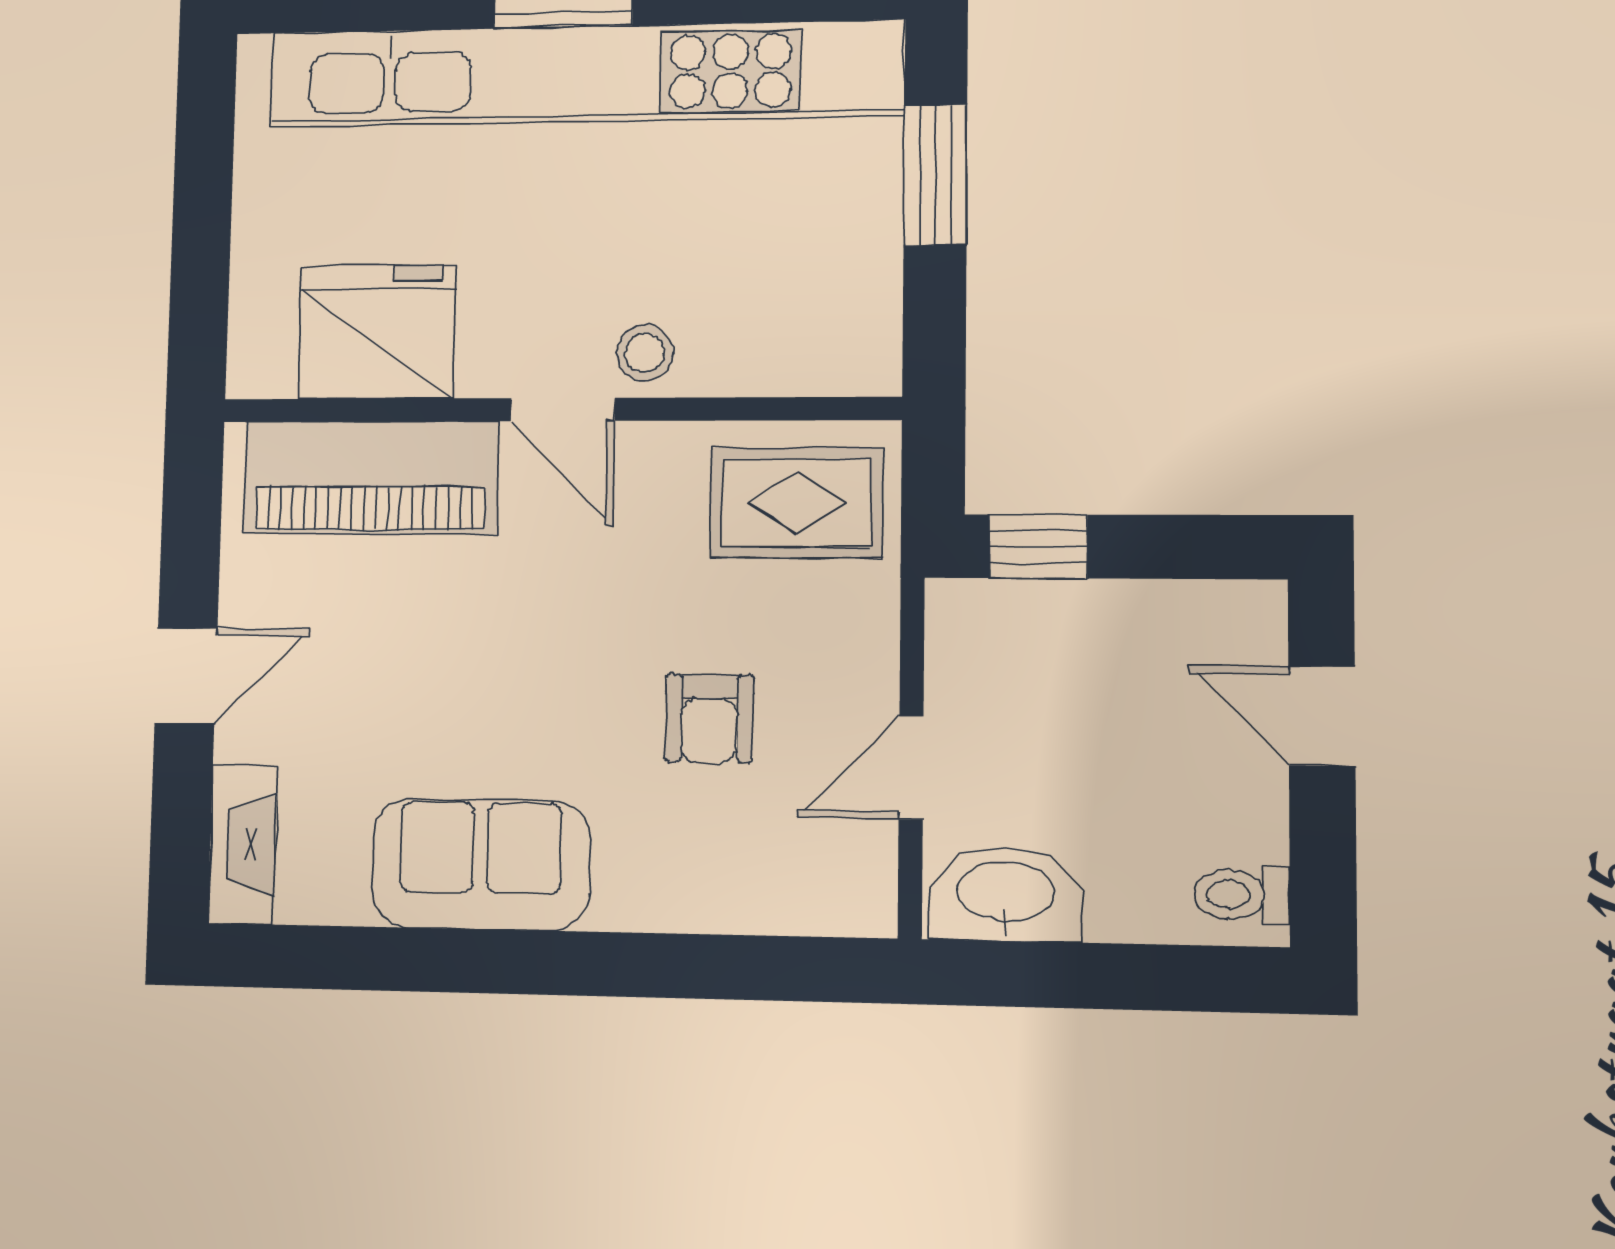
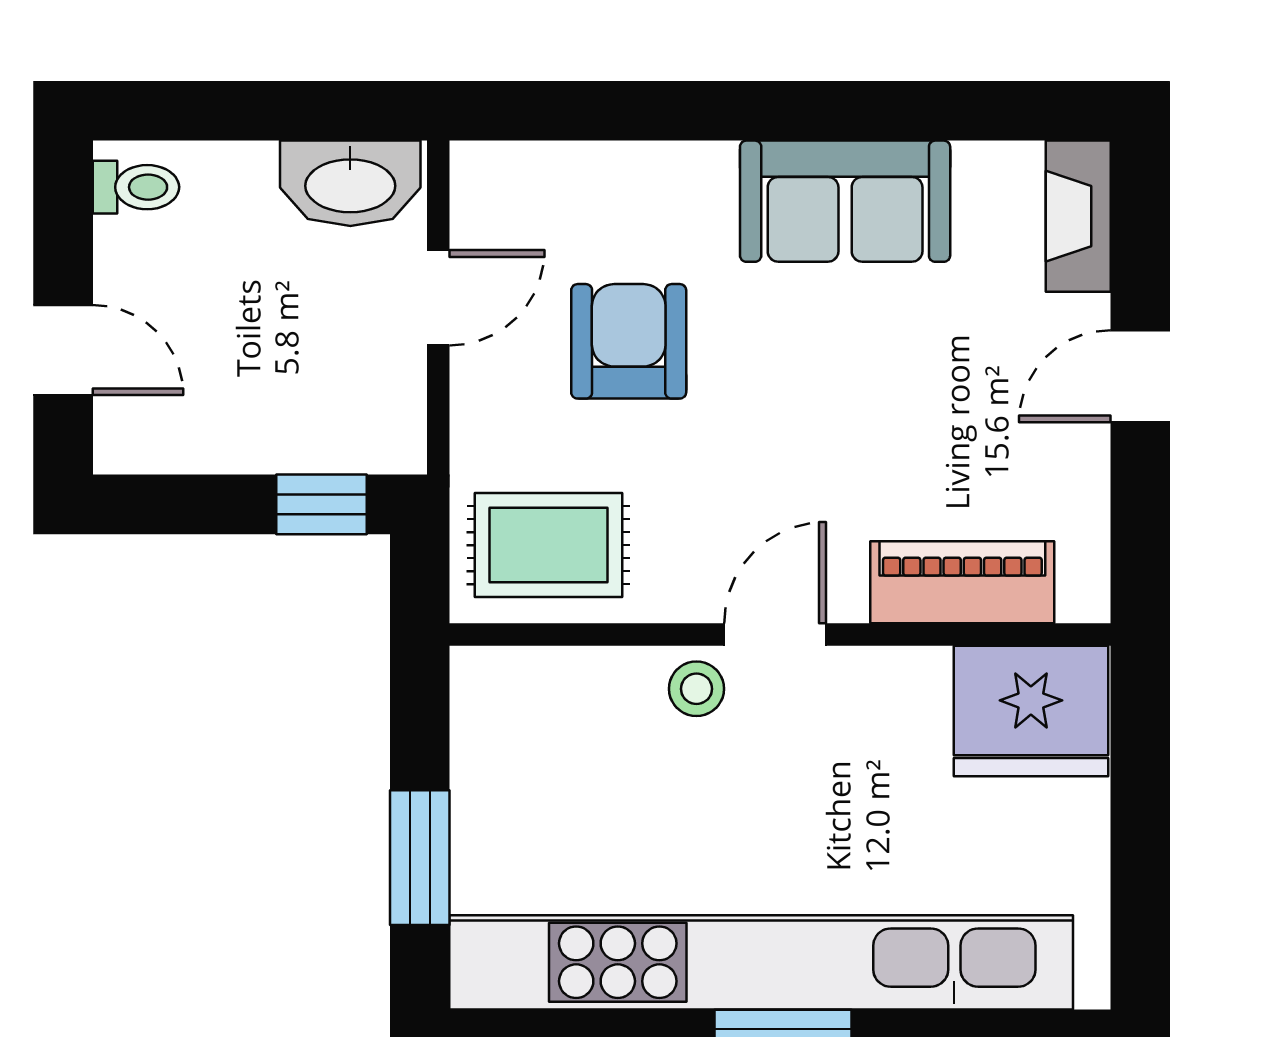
fridge: (377, 332) -> (1031, 711), moved
door: (563, 410) -> (775, 634), hinge flipped
piano: (371, 478) -> (962, 582), width x0.73, depth x0.75
armchair: (709, 718) -> (629, 341), width x1.38, depth x1.38

